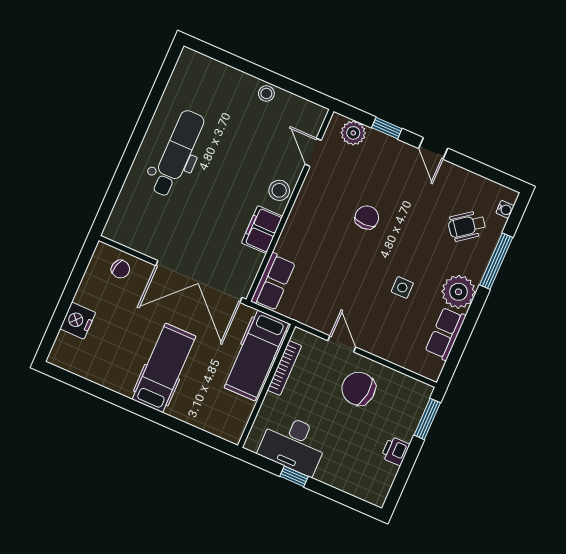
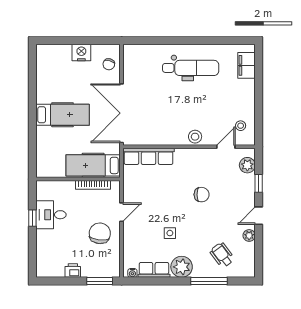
stool: (266, 93) -> (241, 126), moved
plant: (456, 175) -> (249, 235), added
water cooler: (505, 209) -> (132, 273), moved
filing cabinet: (262, 230) -> (246, 65), moved, turned -90
row of seats: (273, 282) -> (149, 156), width x1.48
nightstand: (78, 321) -> (81, 53), moved
desk: (293, 444) -> (51, 215), width x0.73

